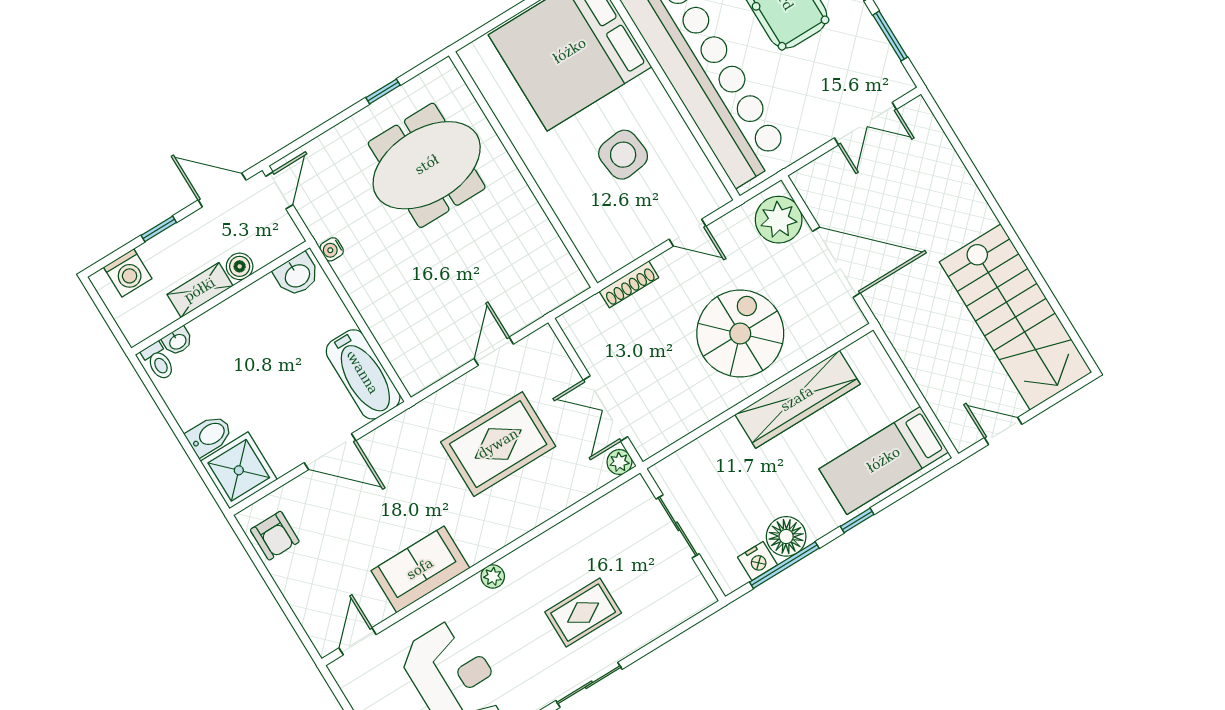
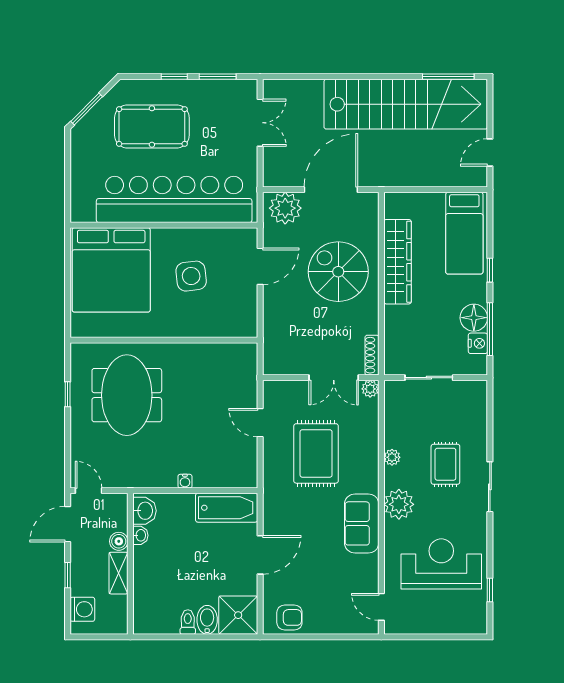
door: (687, 233) -> (260, 266), width x1.38
water cooler: (332, 249) -> (185, 481), moved
shoe rack: (629, 284) -> (372, 355), moved, turned 180
stairs: (1016, 317) -> (406, 104), width x1.36
window: (1065, 322) -> (448, 77), added
washbasin: (178, 341) -> (140, 535), moved
toilet: (158, 361) -> (188, 622), moved, turned -90
plant: (551, 541) -> (392, 457), added
sofa: (420, 569) -> (362, 523), moved
plant: (493, 576) -> (399, 504), width x1.87, depth x1.87

